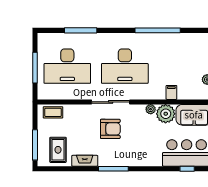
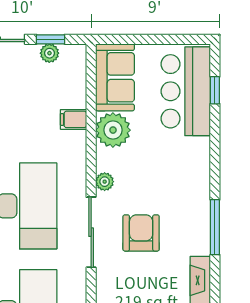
plant: (151, 109) -> (105, 182), moved

